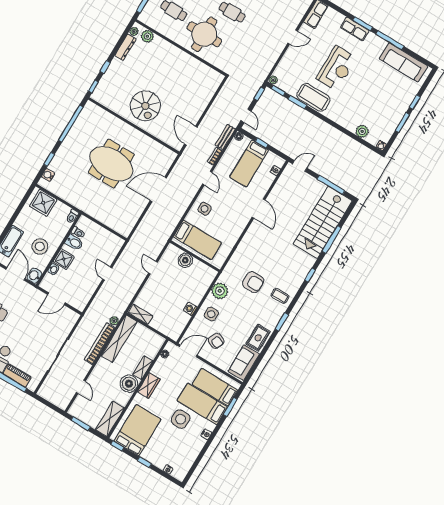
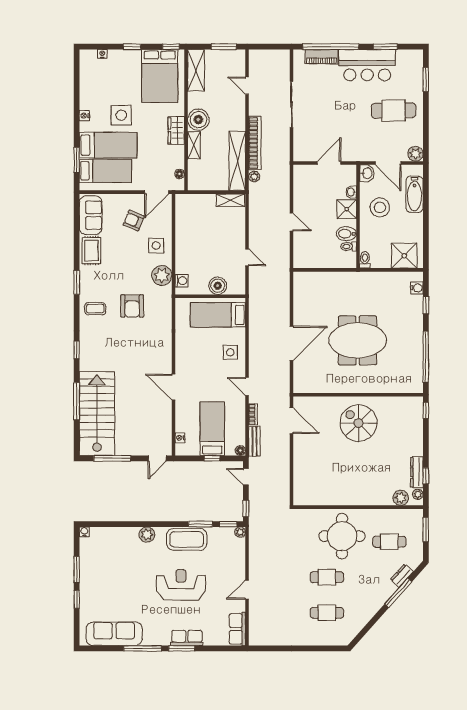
window: (105, 67) -> (426, 476), moved
reception desk: (336, 68) -> (181, 585), turned 90
plant: (362, 131) -> (147, 535), moved
armchair: (253, 282) -> (132, 306), turned -90
washing machine: (190, 309) -> (182, 281), moved

